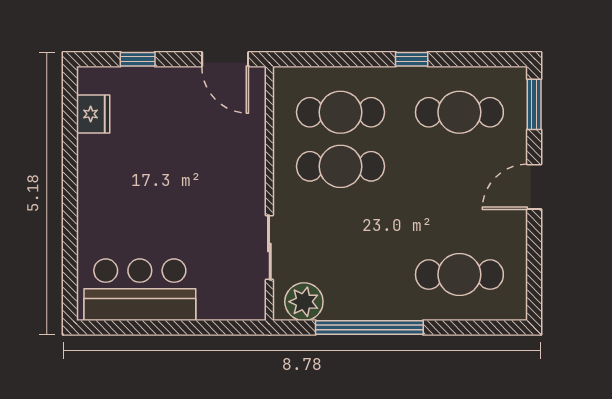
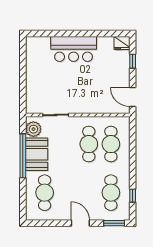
door: (225, 59) -> (133, 97), hinge flipped
window: (412, 59) -> (133, 196), moved
fridge: (93, 114) -> (122, 43), moved
bar counter: (140, 290) -> (74, 49), moved, turned 90
booth: (365, 294) -> (37, 154), added

